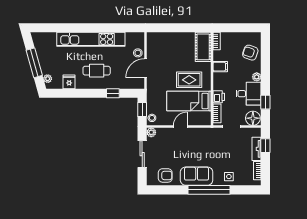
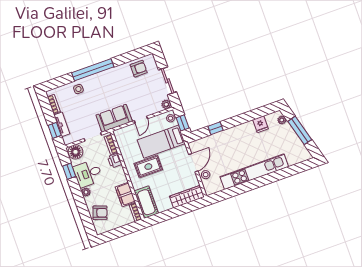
wardrobe: (163, 39) -> (187, 197), added
filing cabinet: (220, 67) -> (125, 194), width x2.00
cafe table: (97, 71) -> (238, 144), removed
bed: (189, 101) -> (161, 142), moved, turned 180
armchair: (165, 175) -> (139, 69), turned 180
sofa: (197, 176) -> (114, 118), moved, turned 180

